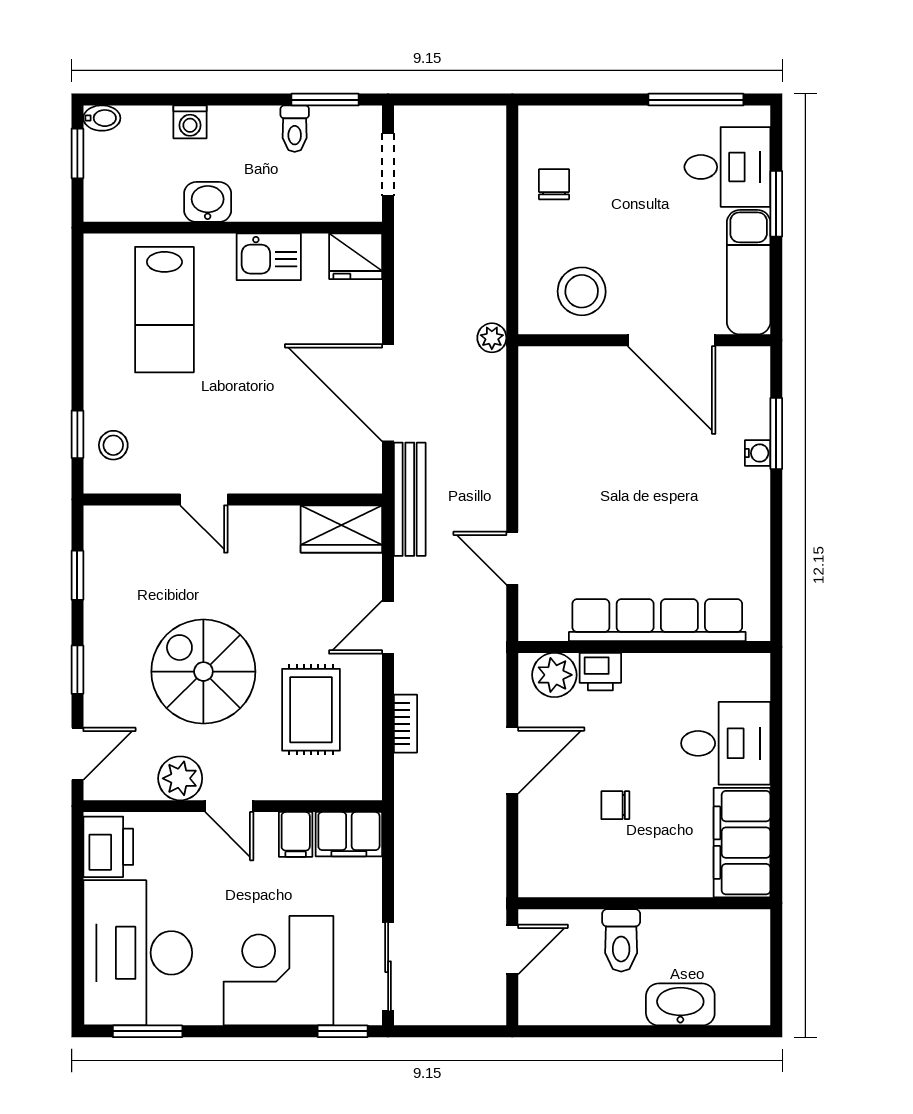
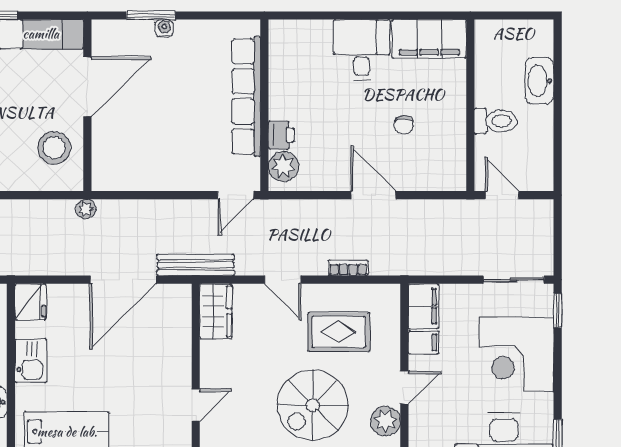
row of seats: (657, 620) -> (246, 96), moved
wall: (644, 647) -> (264, 105), moved
printer: (600, 672) -> (281, 135), moved
plant: (554, 675) -> (283, 166), moved

